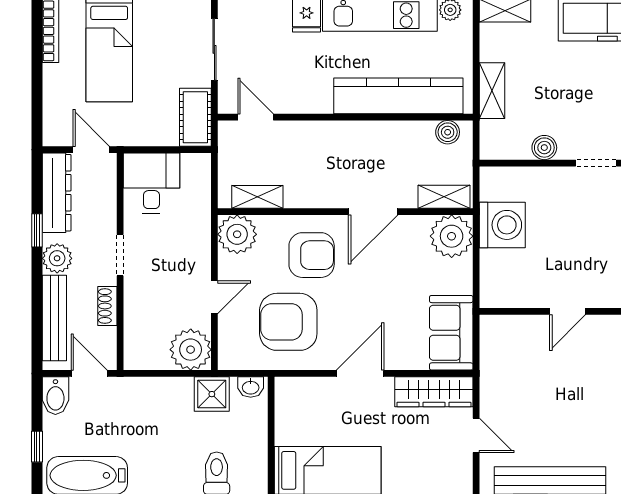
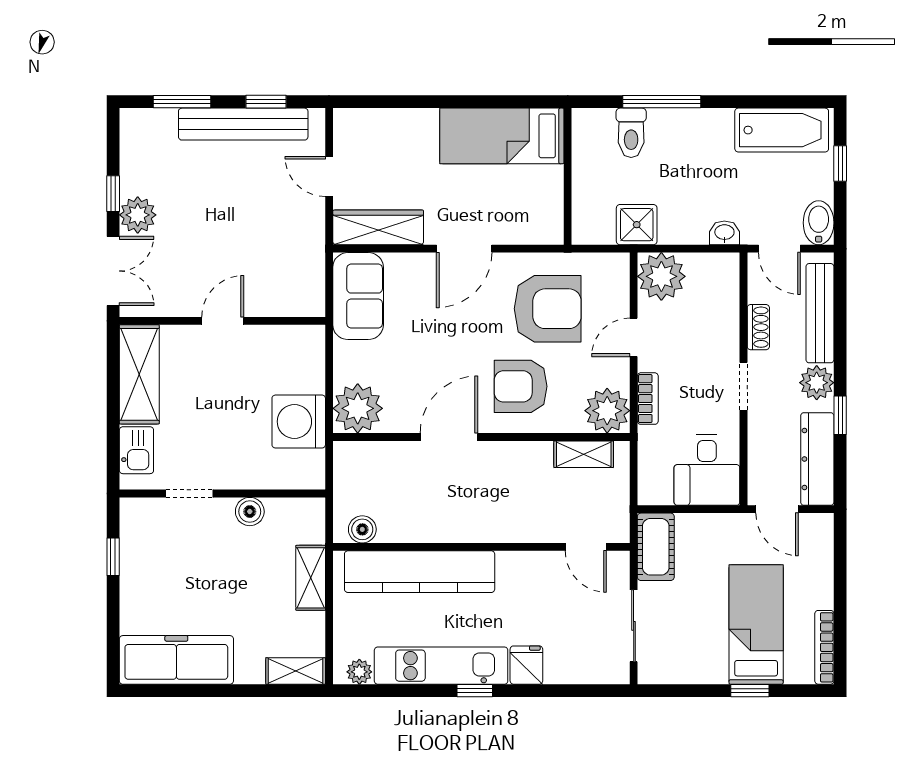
shelving: (444, 197) -> (367, 454), removed
bookcase: (202, 245) -> (648, 399), added
washbasin: (251, 387) -> (724, 233), moved

